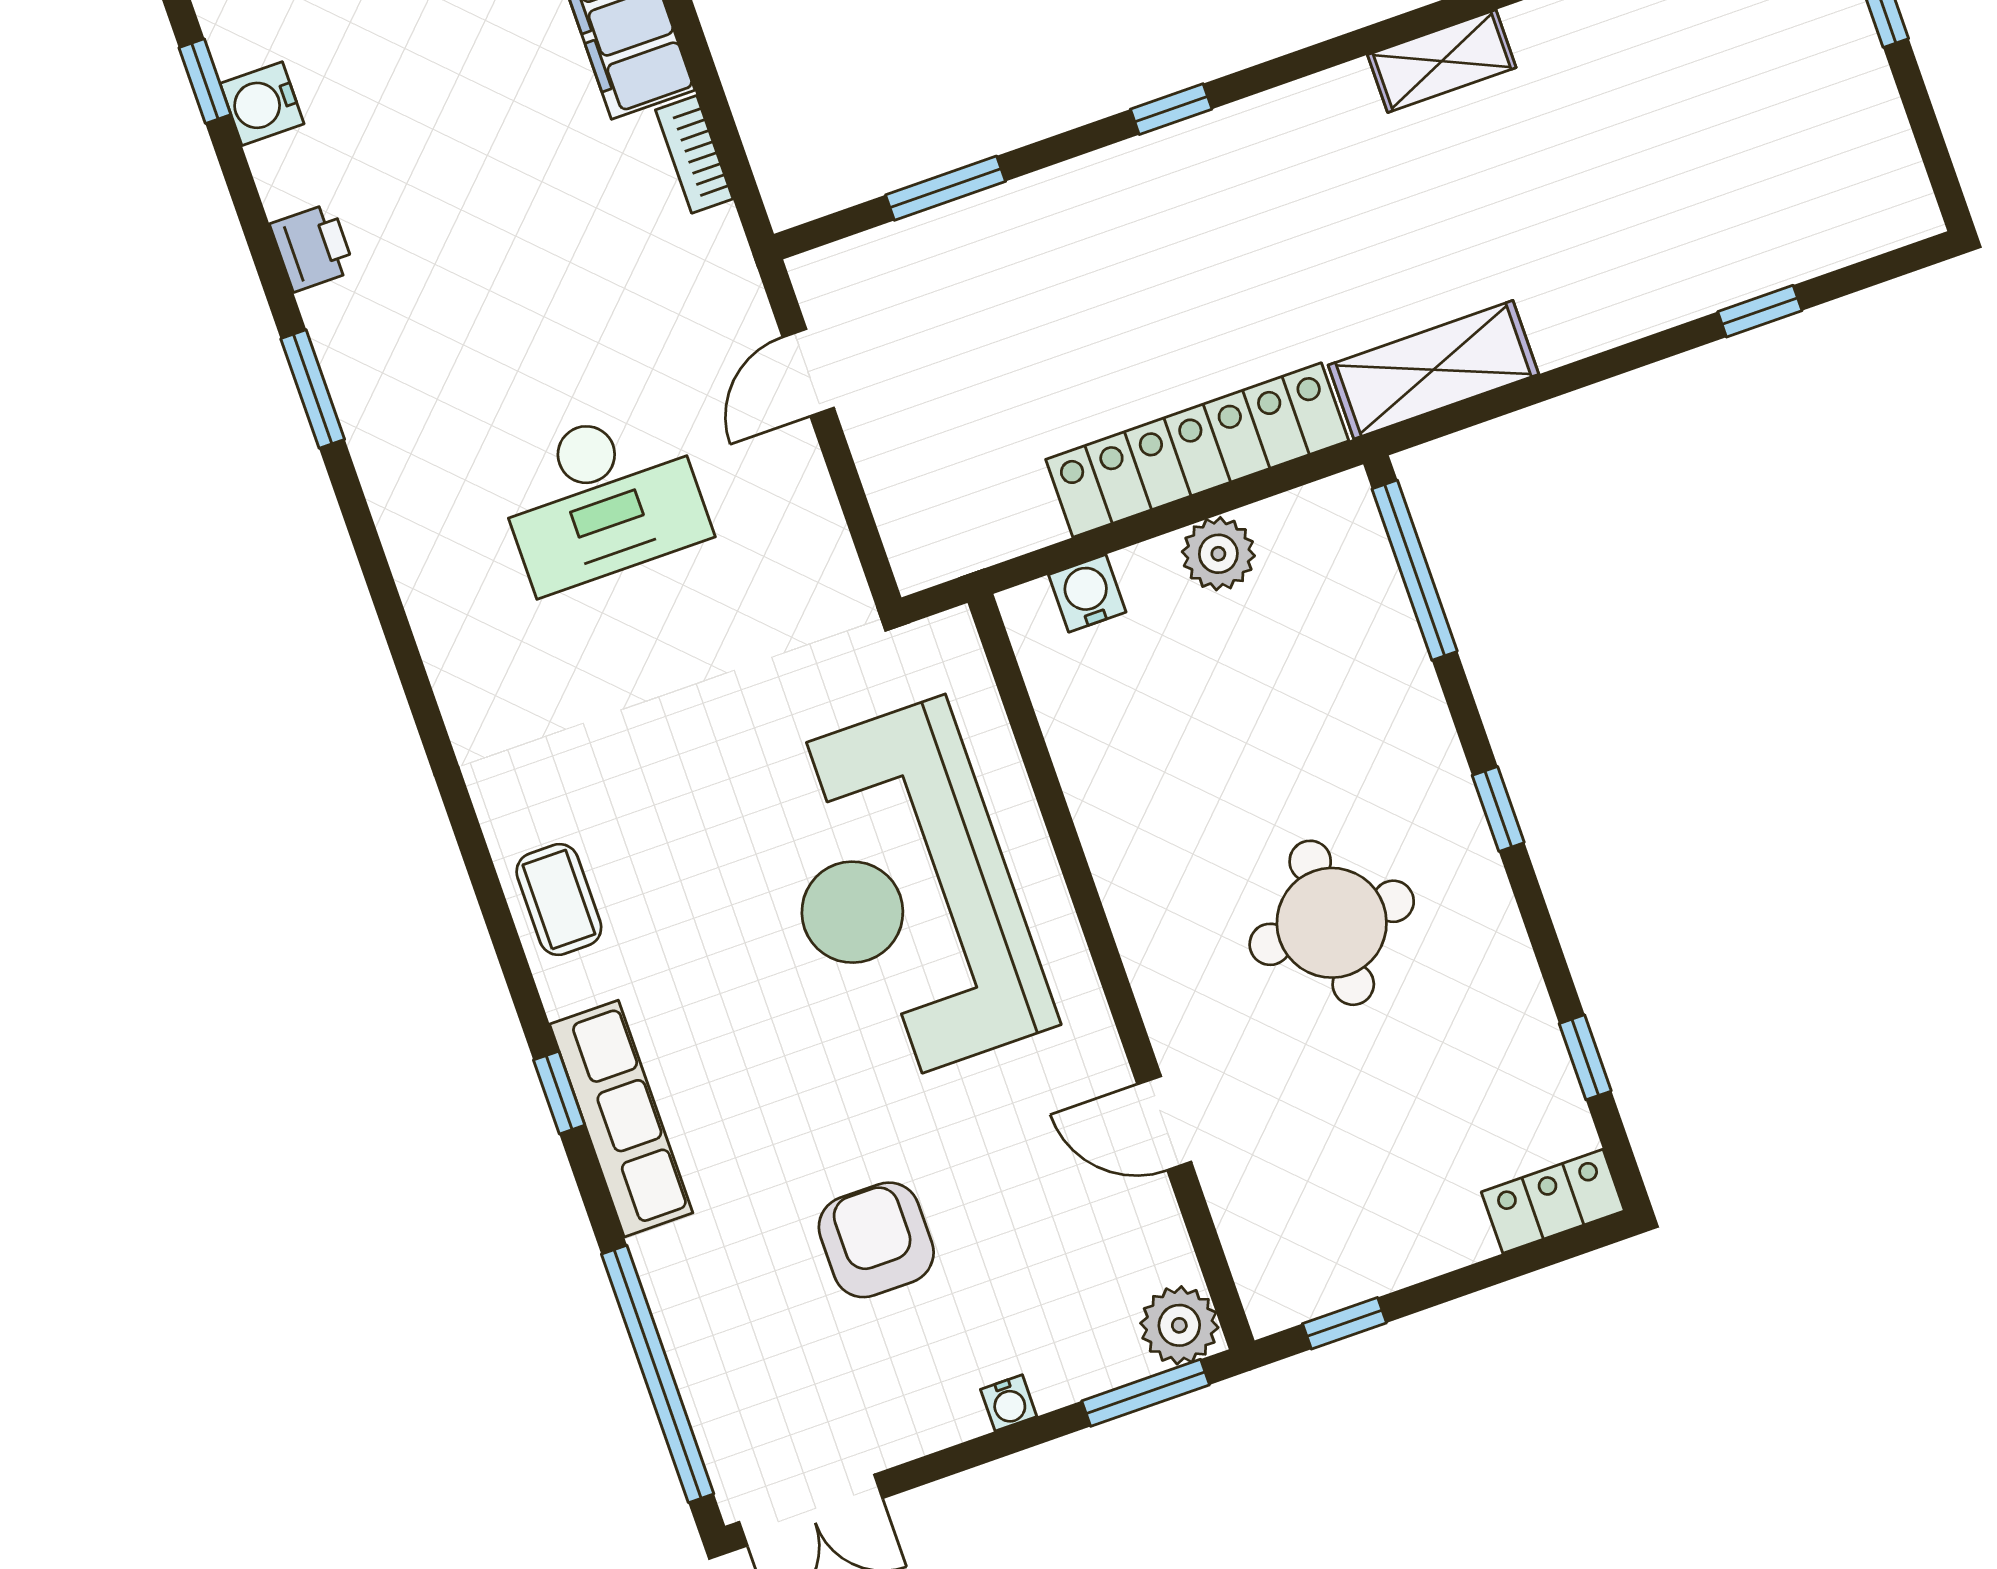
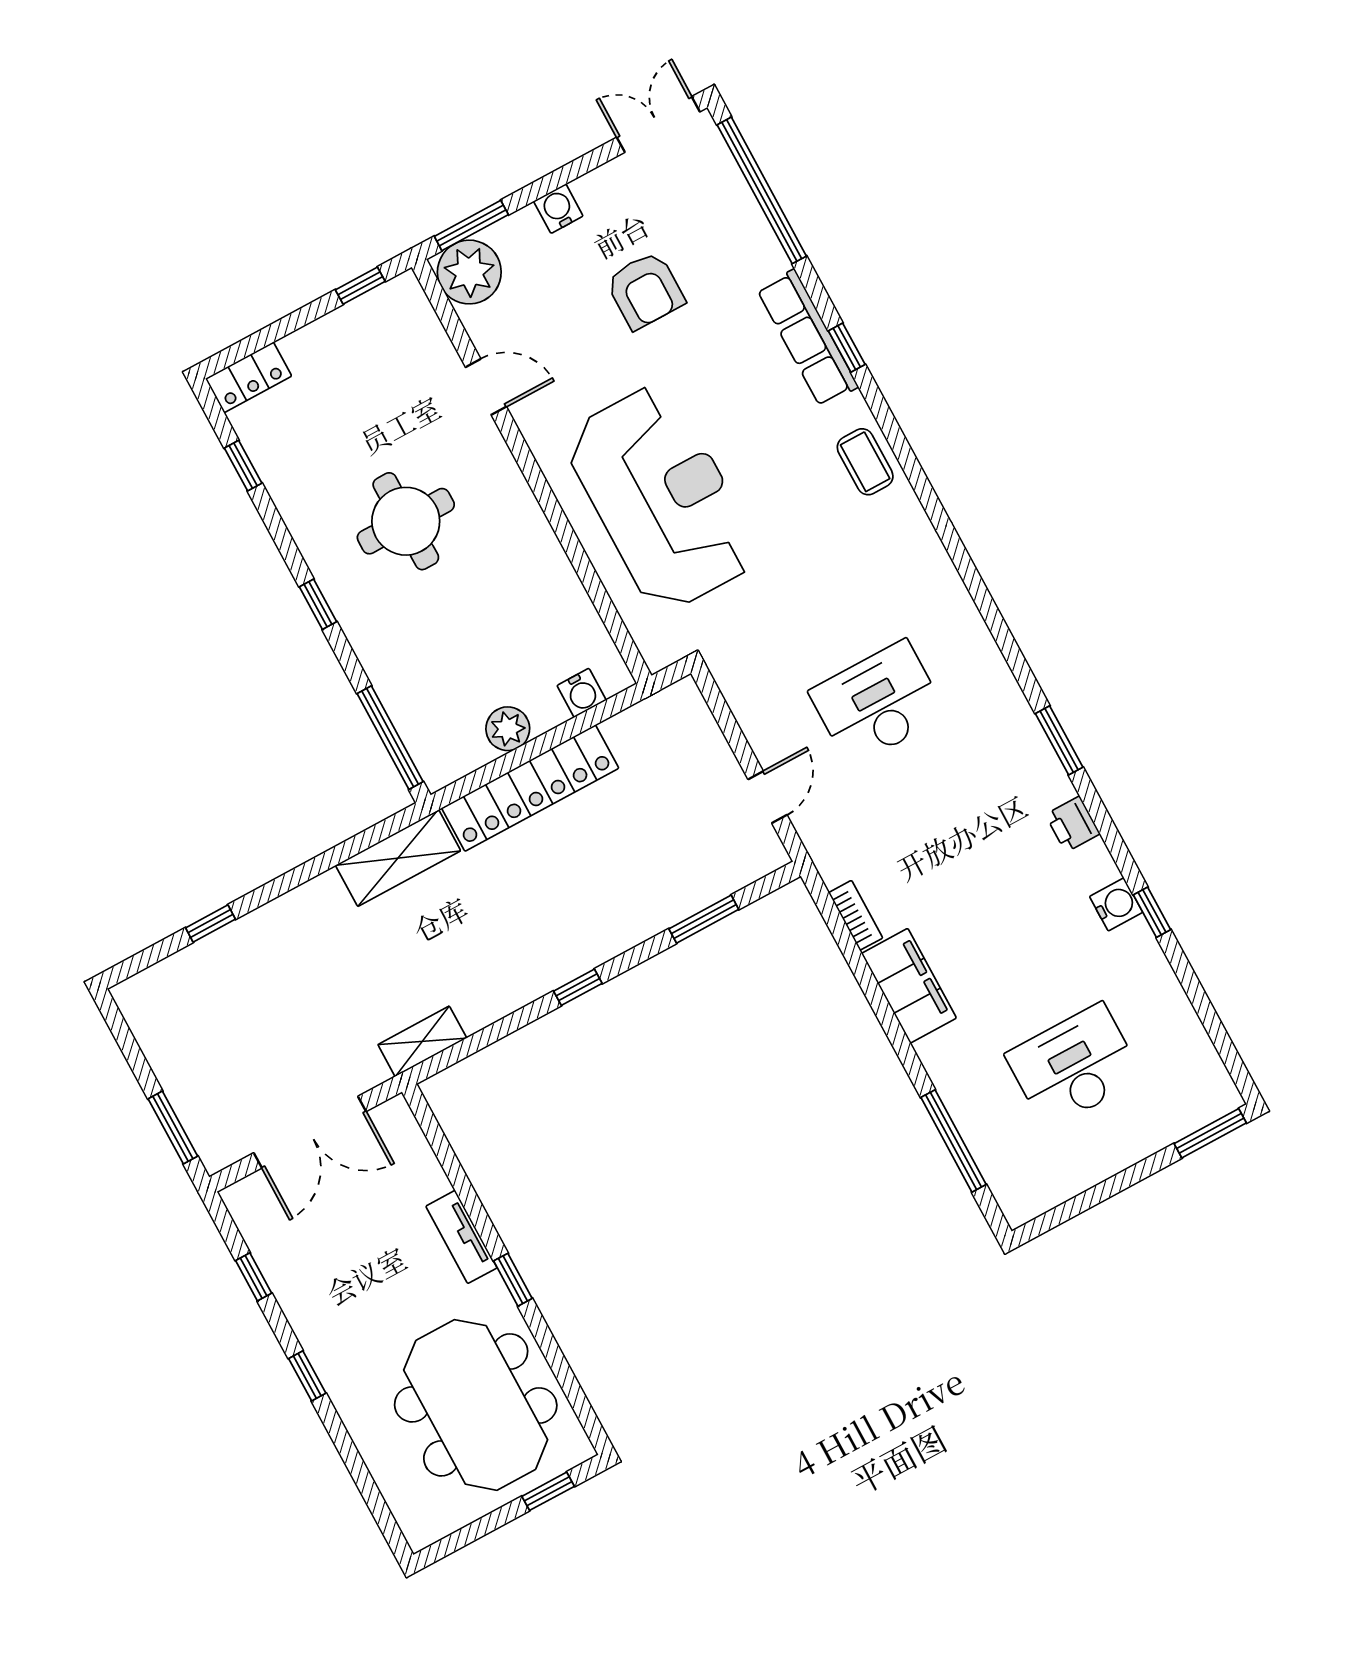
plant: (1179, 1325) -> (469, 272), width x1.36, depth x1.36
water cooler: (1009, 1403) -> (558, 209), width x1.38, depth x1.38

